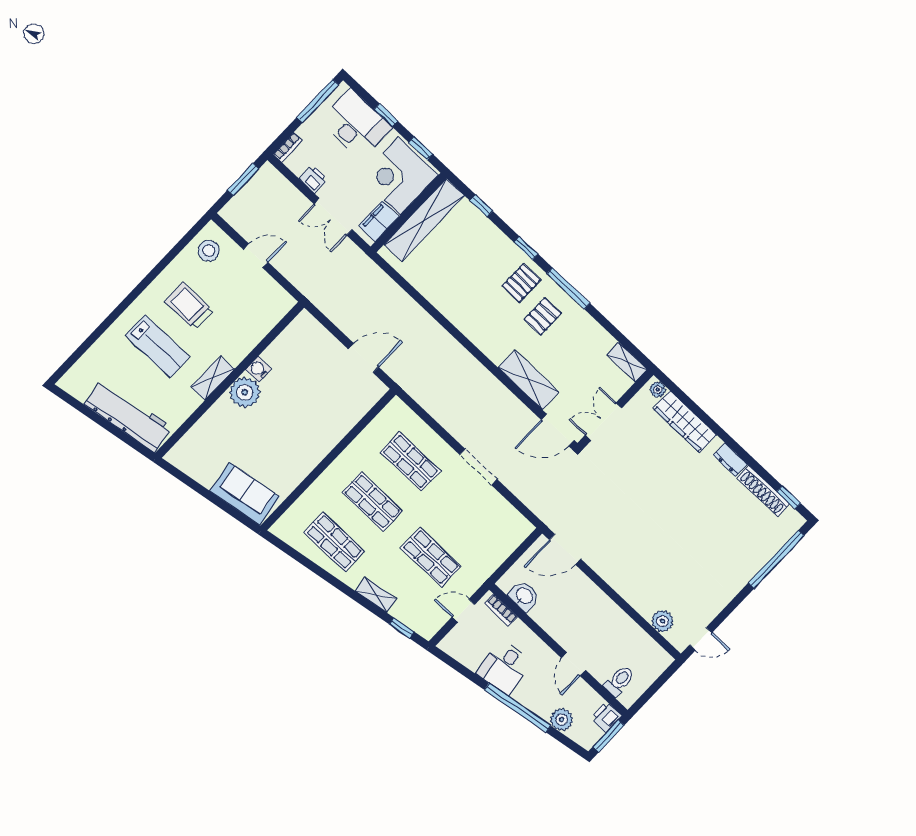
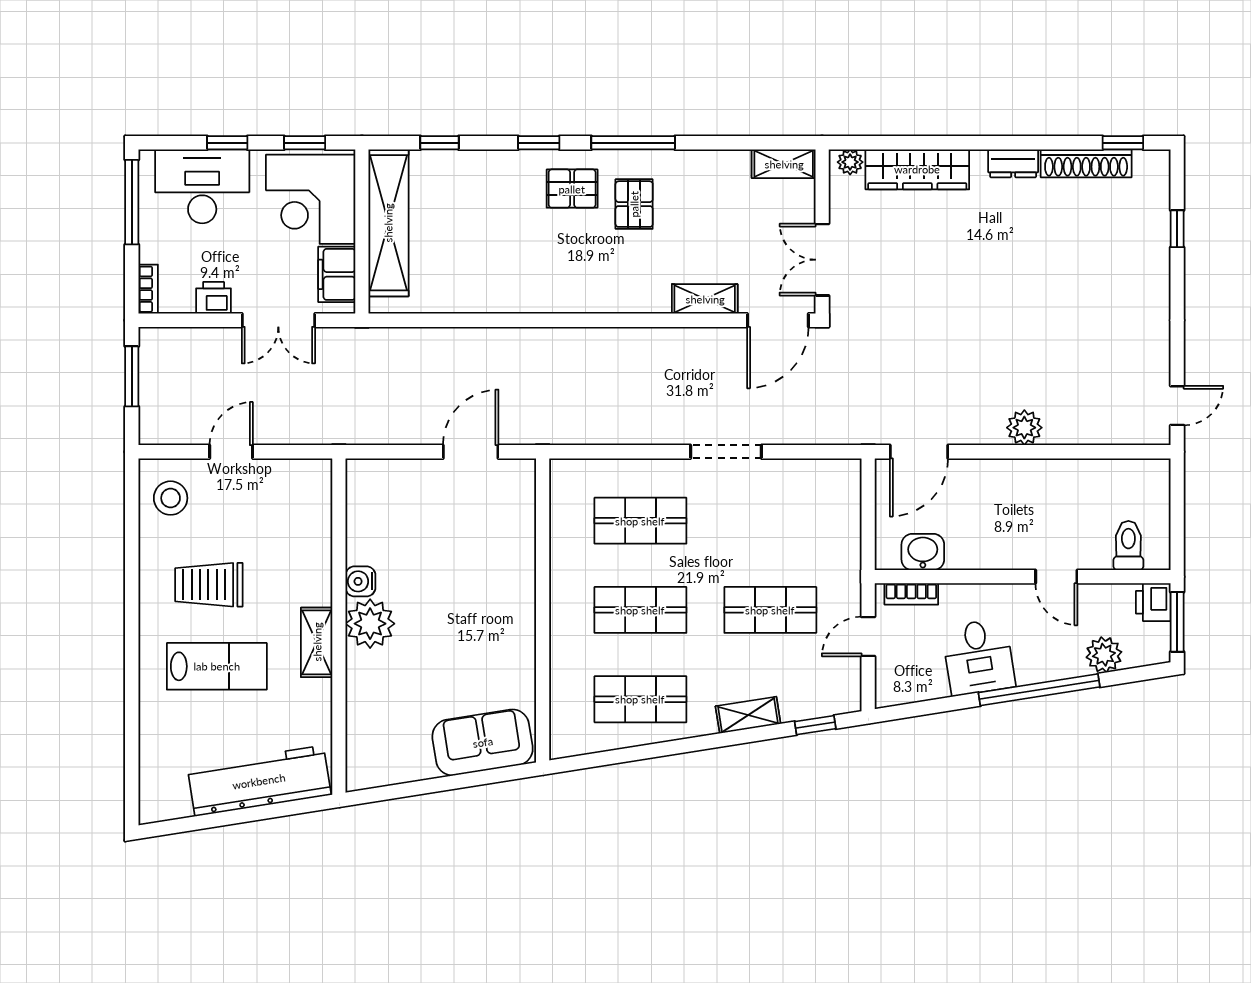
pallet: (521, 283) -> (572, 189), turned 90
shelving: (529, 380) -> (705, 299), width x0.67, depth x0.75
window: (776, 559) -> (1177, 229), width x0.32
plant: (662, 621) -> (1024, 428), moved

